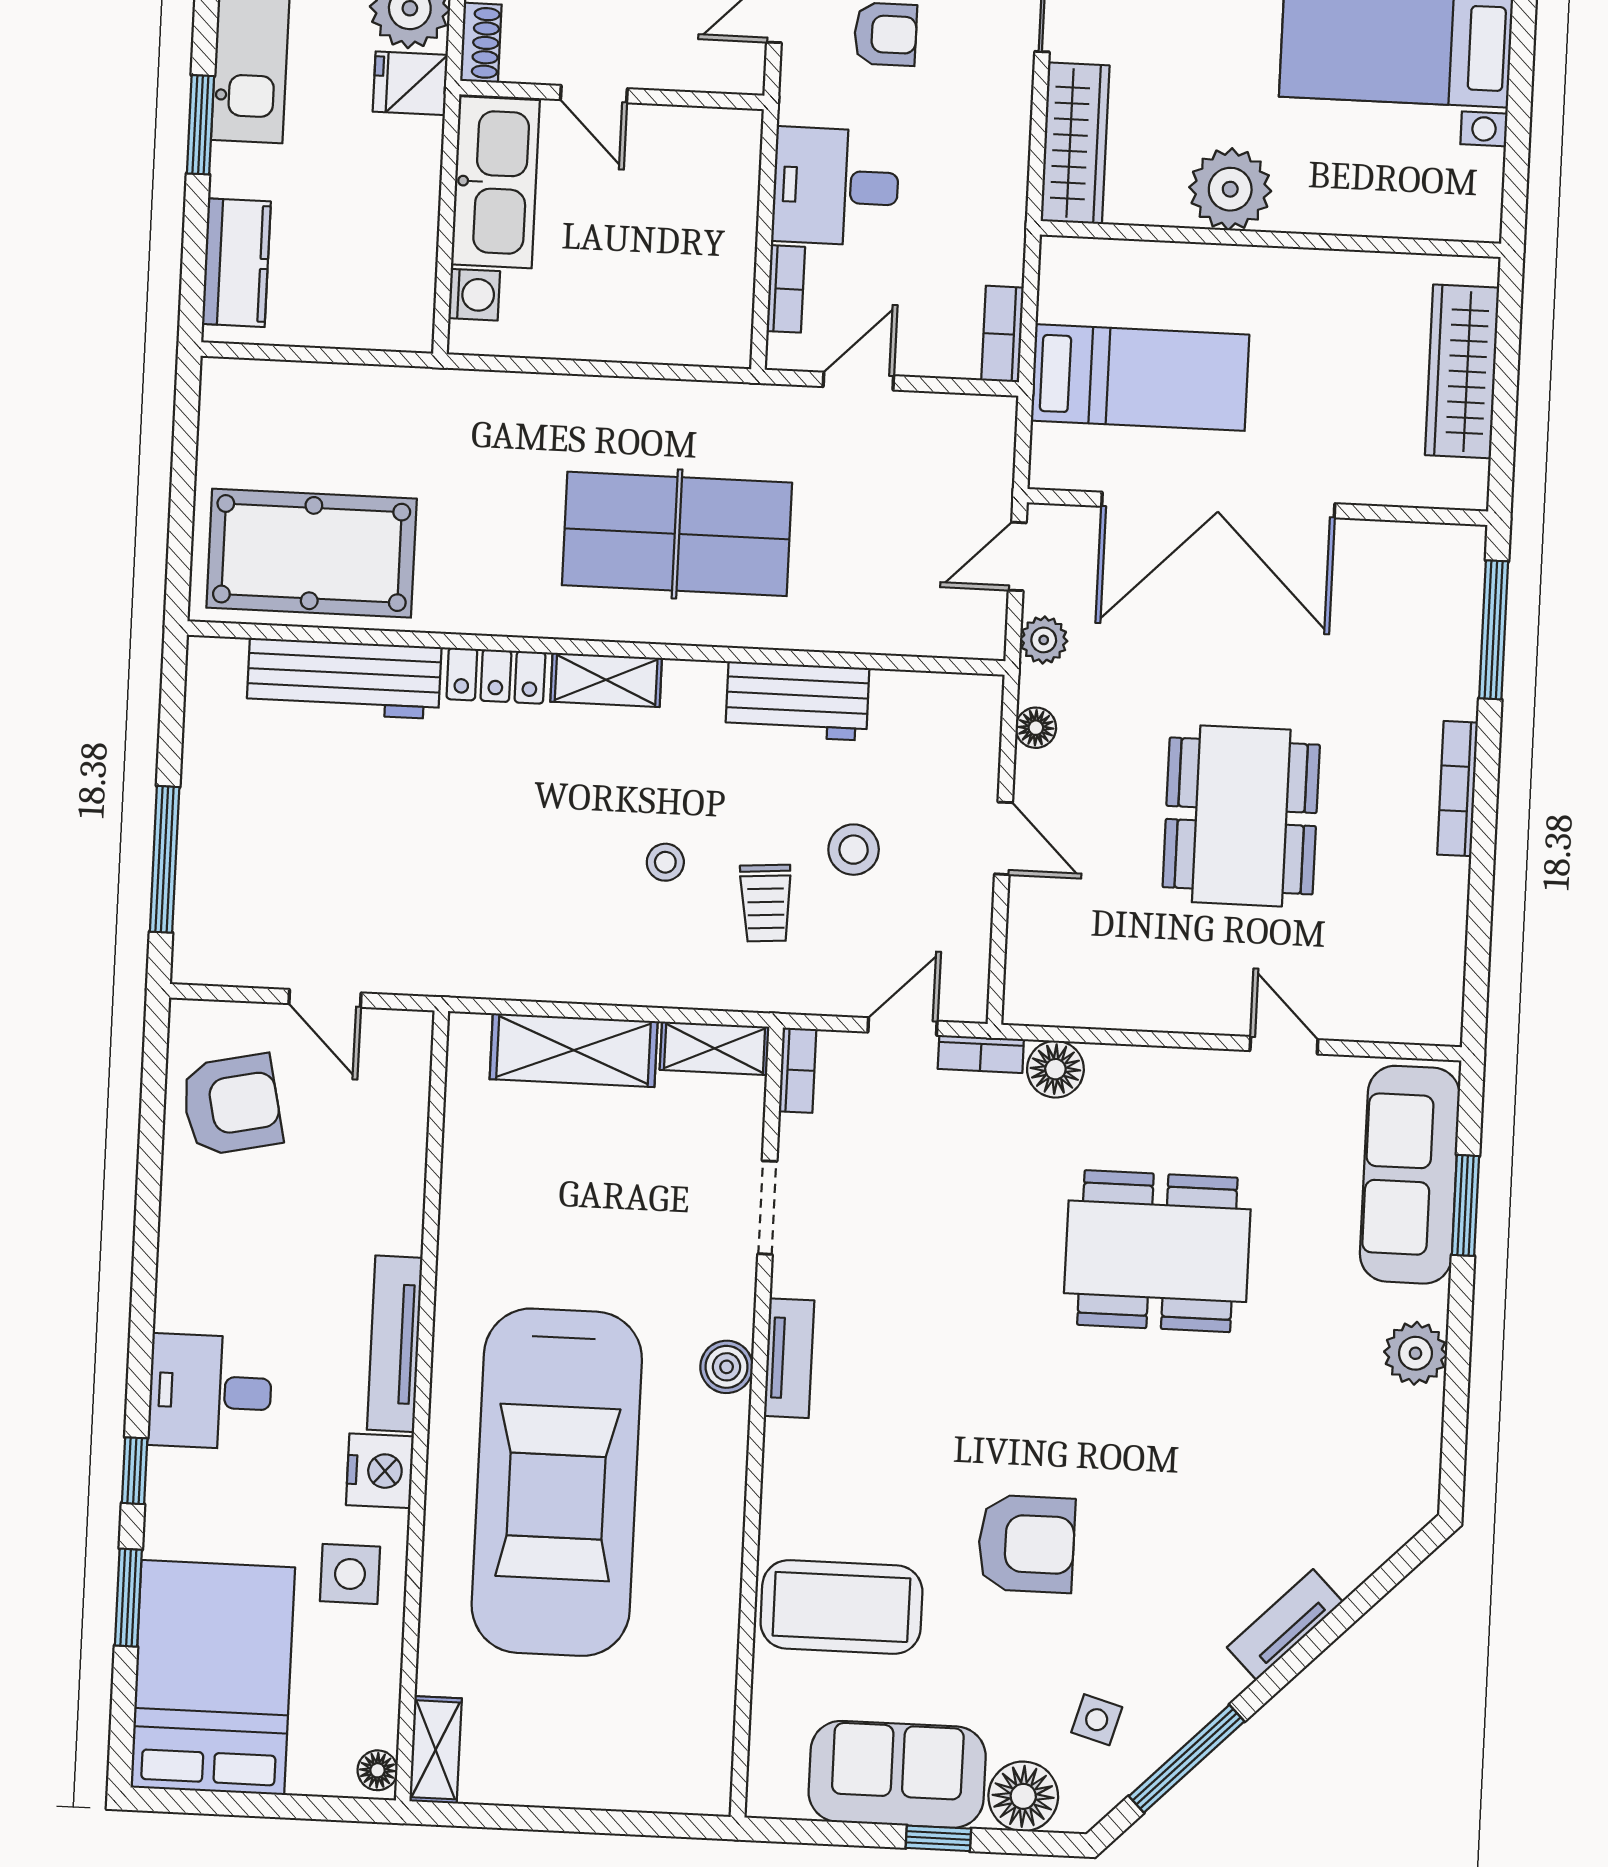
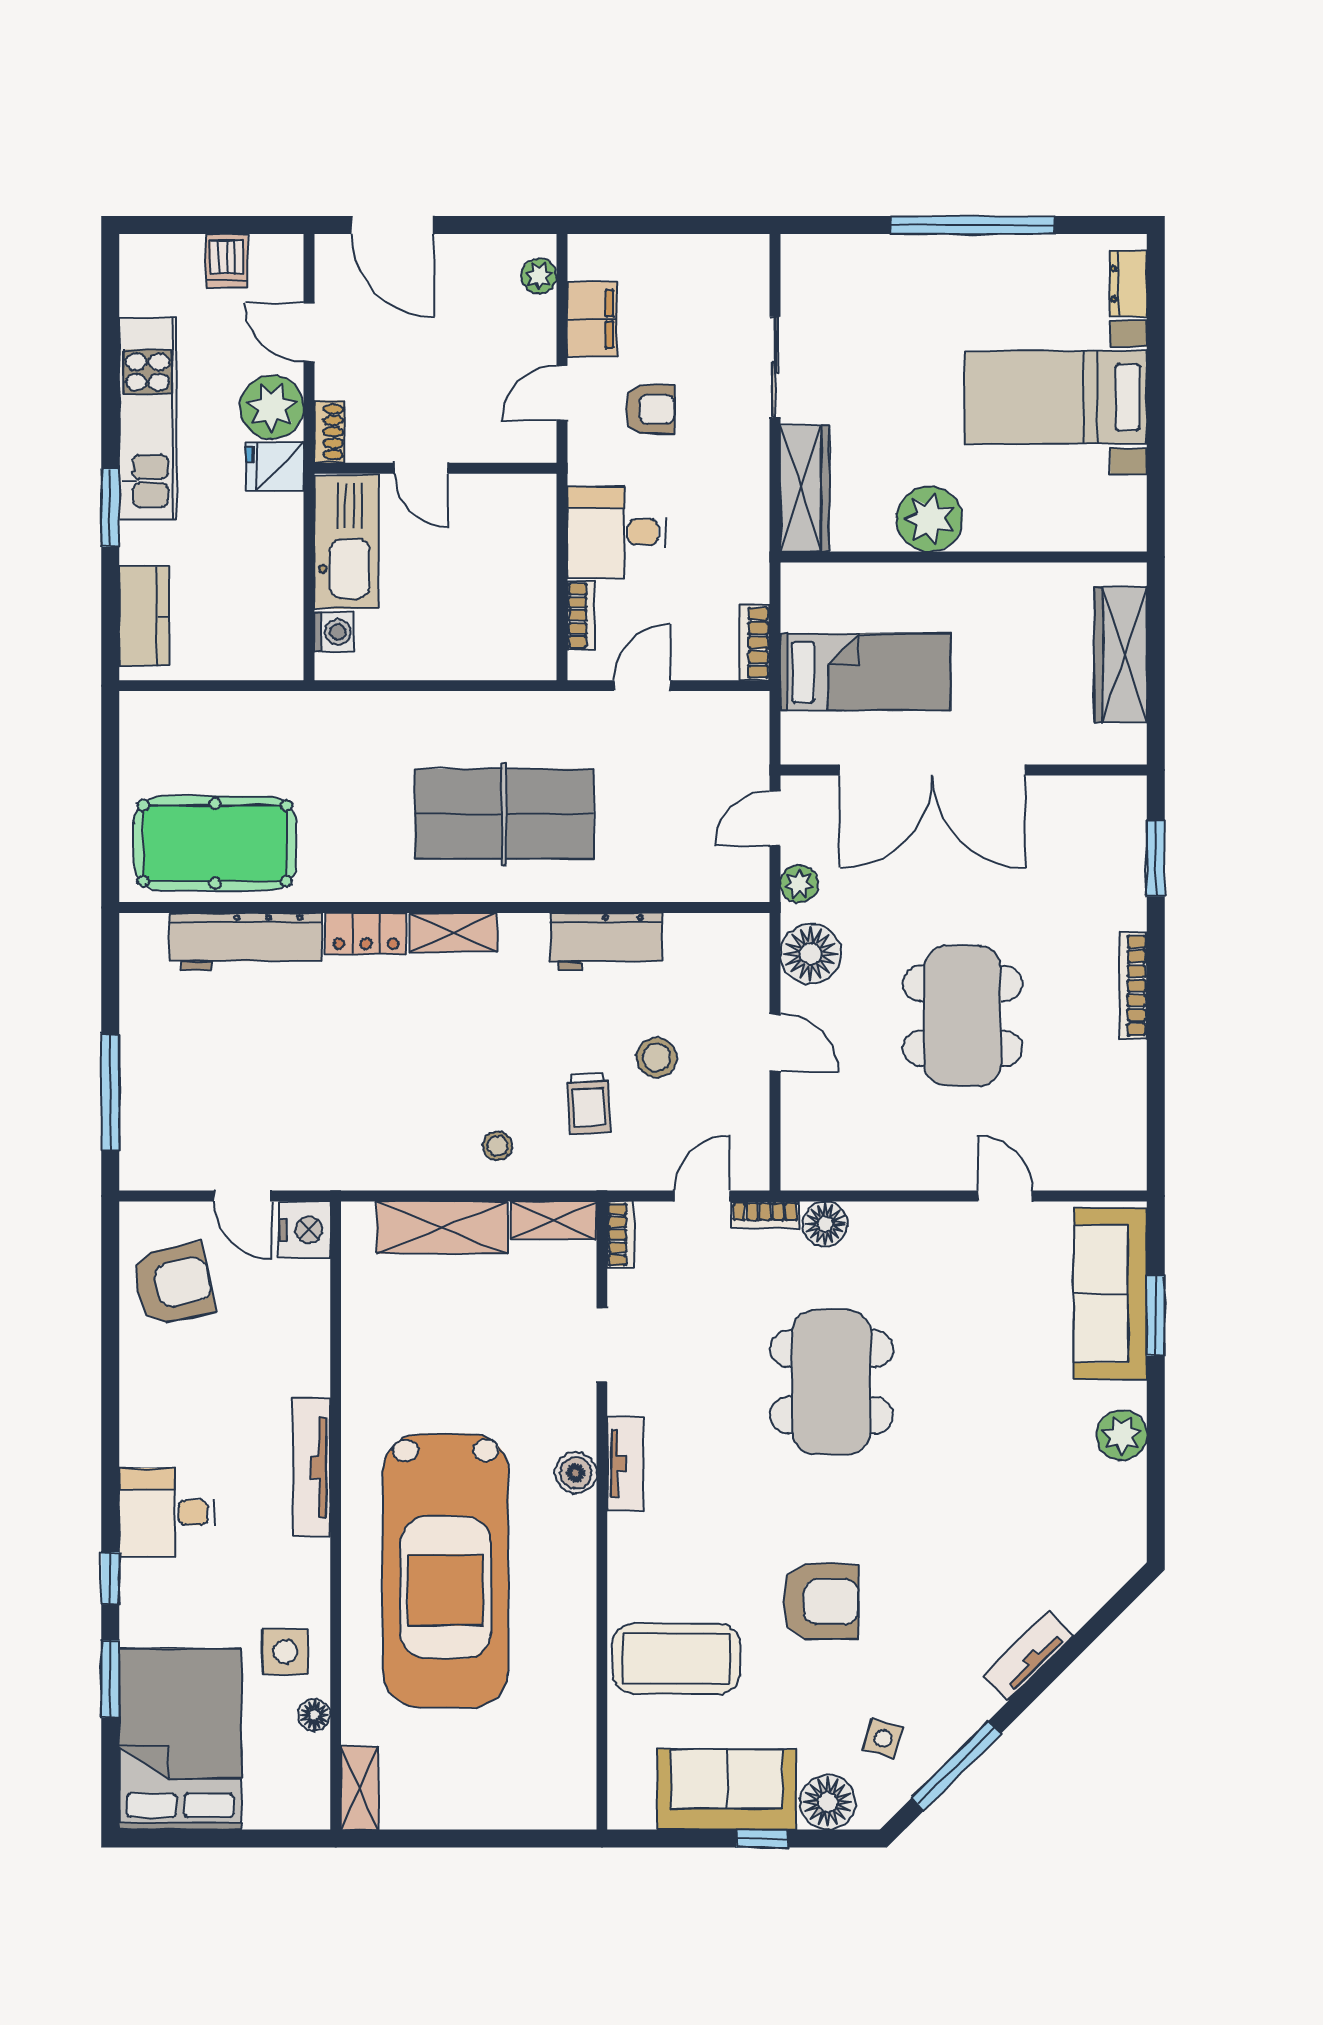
window: (1494, 630) -> (1156, 858), width x0.69
floor lamp: (1036, 728) -> (811, 954), width x1.89, depth x1.89
stool: (665, 862) -> (498, 1146), moved
dining table: (1157, 1251) -> (832, 1382), moved, turned 90
nightstand: (380, 1471) -> (305, 1230), moved
floor lamp: (377, 1770) -> (314, 1715), moved

